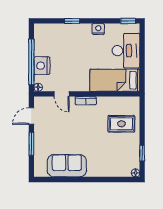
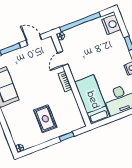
nightstand: (42, 66) -> (111, 25), moved, turned 90
rug: (121, 124) -> (45, 119), moved
window: (142, 153) -> (66, 137), moved

